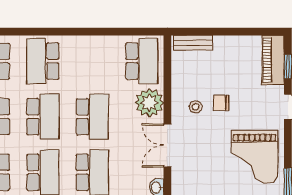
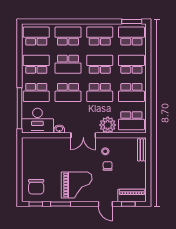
school desk: (92, 61) -> (131, 92), added
school desk: (43, 117) -> (100, 64), turned 180
double door: (167, 145) -> (83, 135), swing flipped
grand piano: (255, 157) -> (77, 185), turned 180

